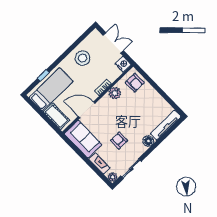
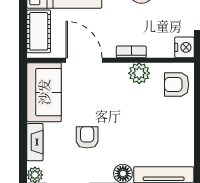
armchair: (135, 83) -> (177, 85), turned 90

